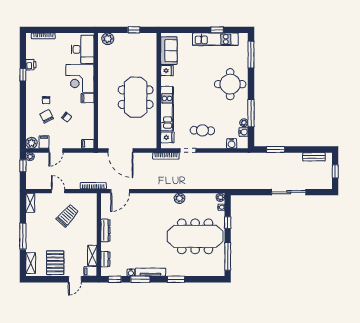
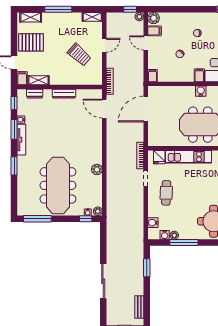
water cooler: (103, 97) -> (201, 91), added
chair: (47, 116) -> (181, 34), removed
window: (228, 223) -> (86, 219), moved

